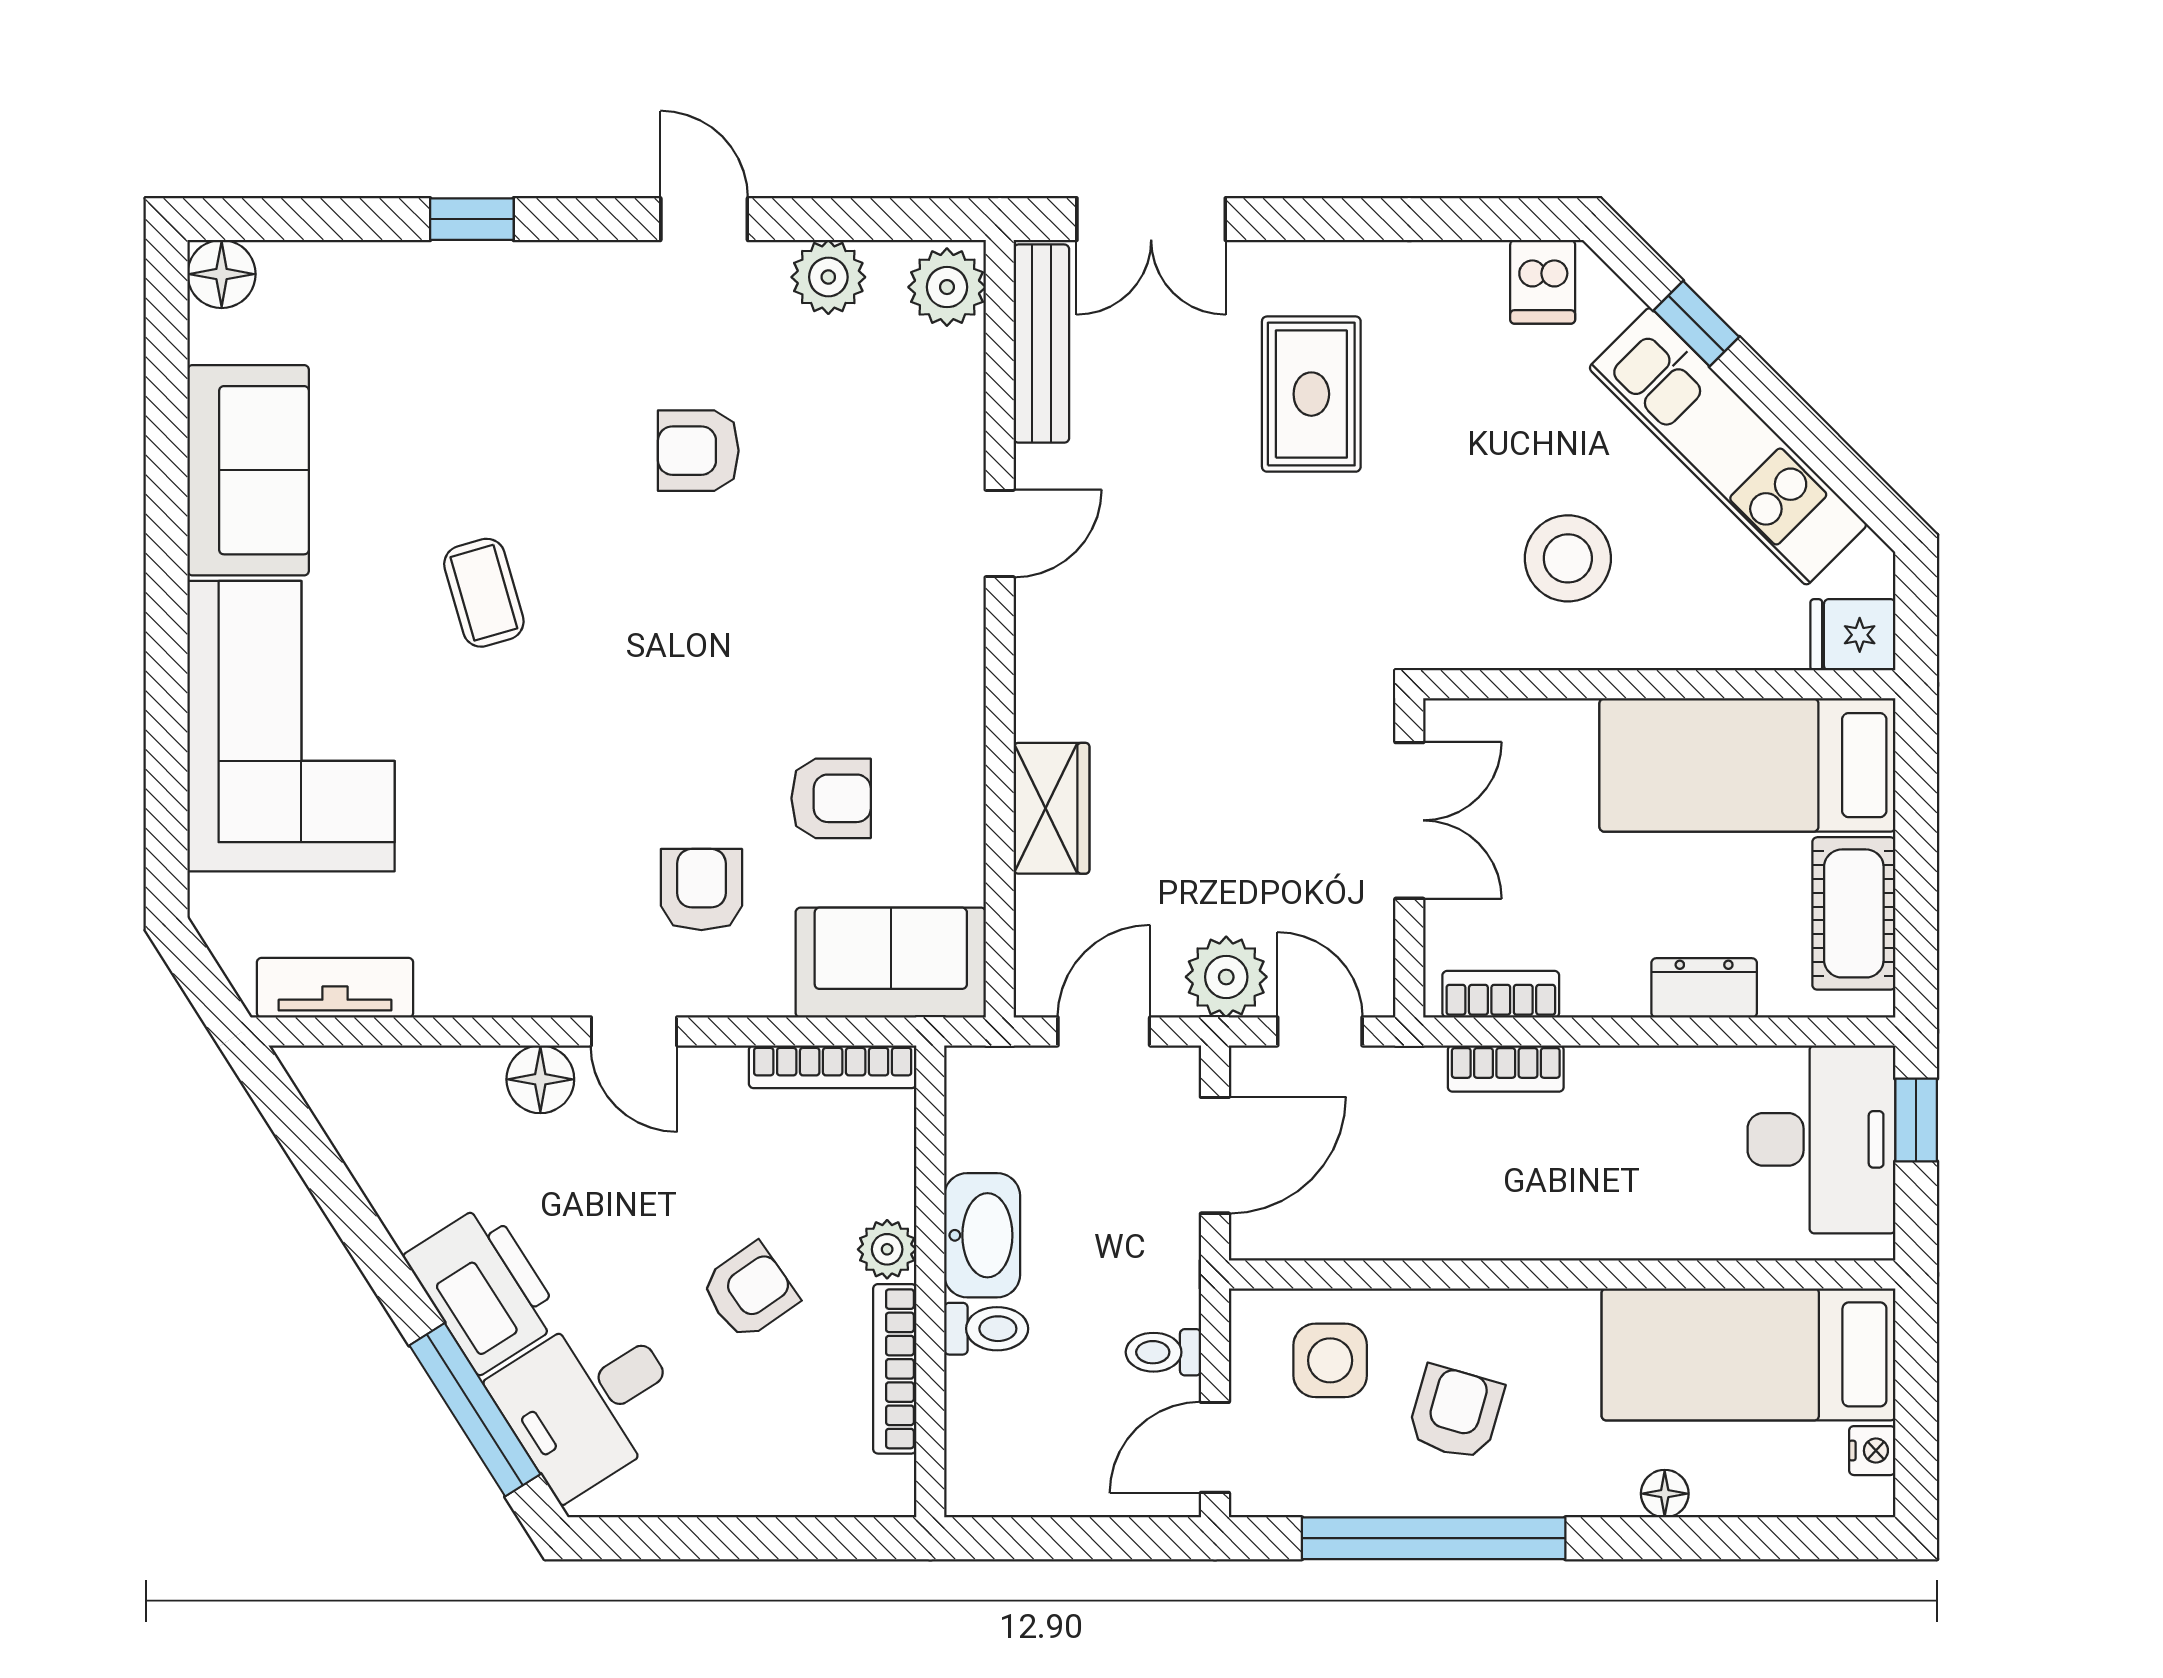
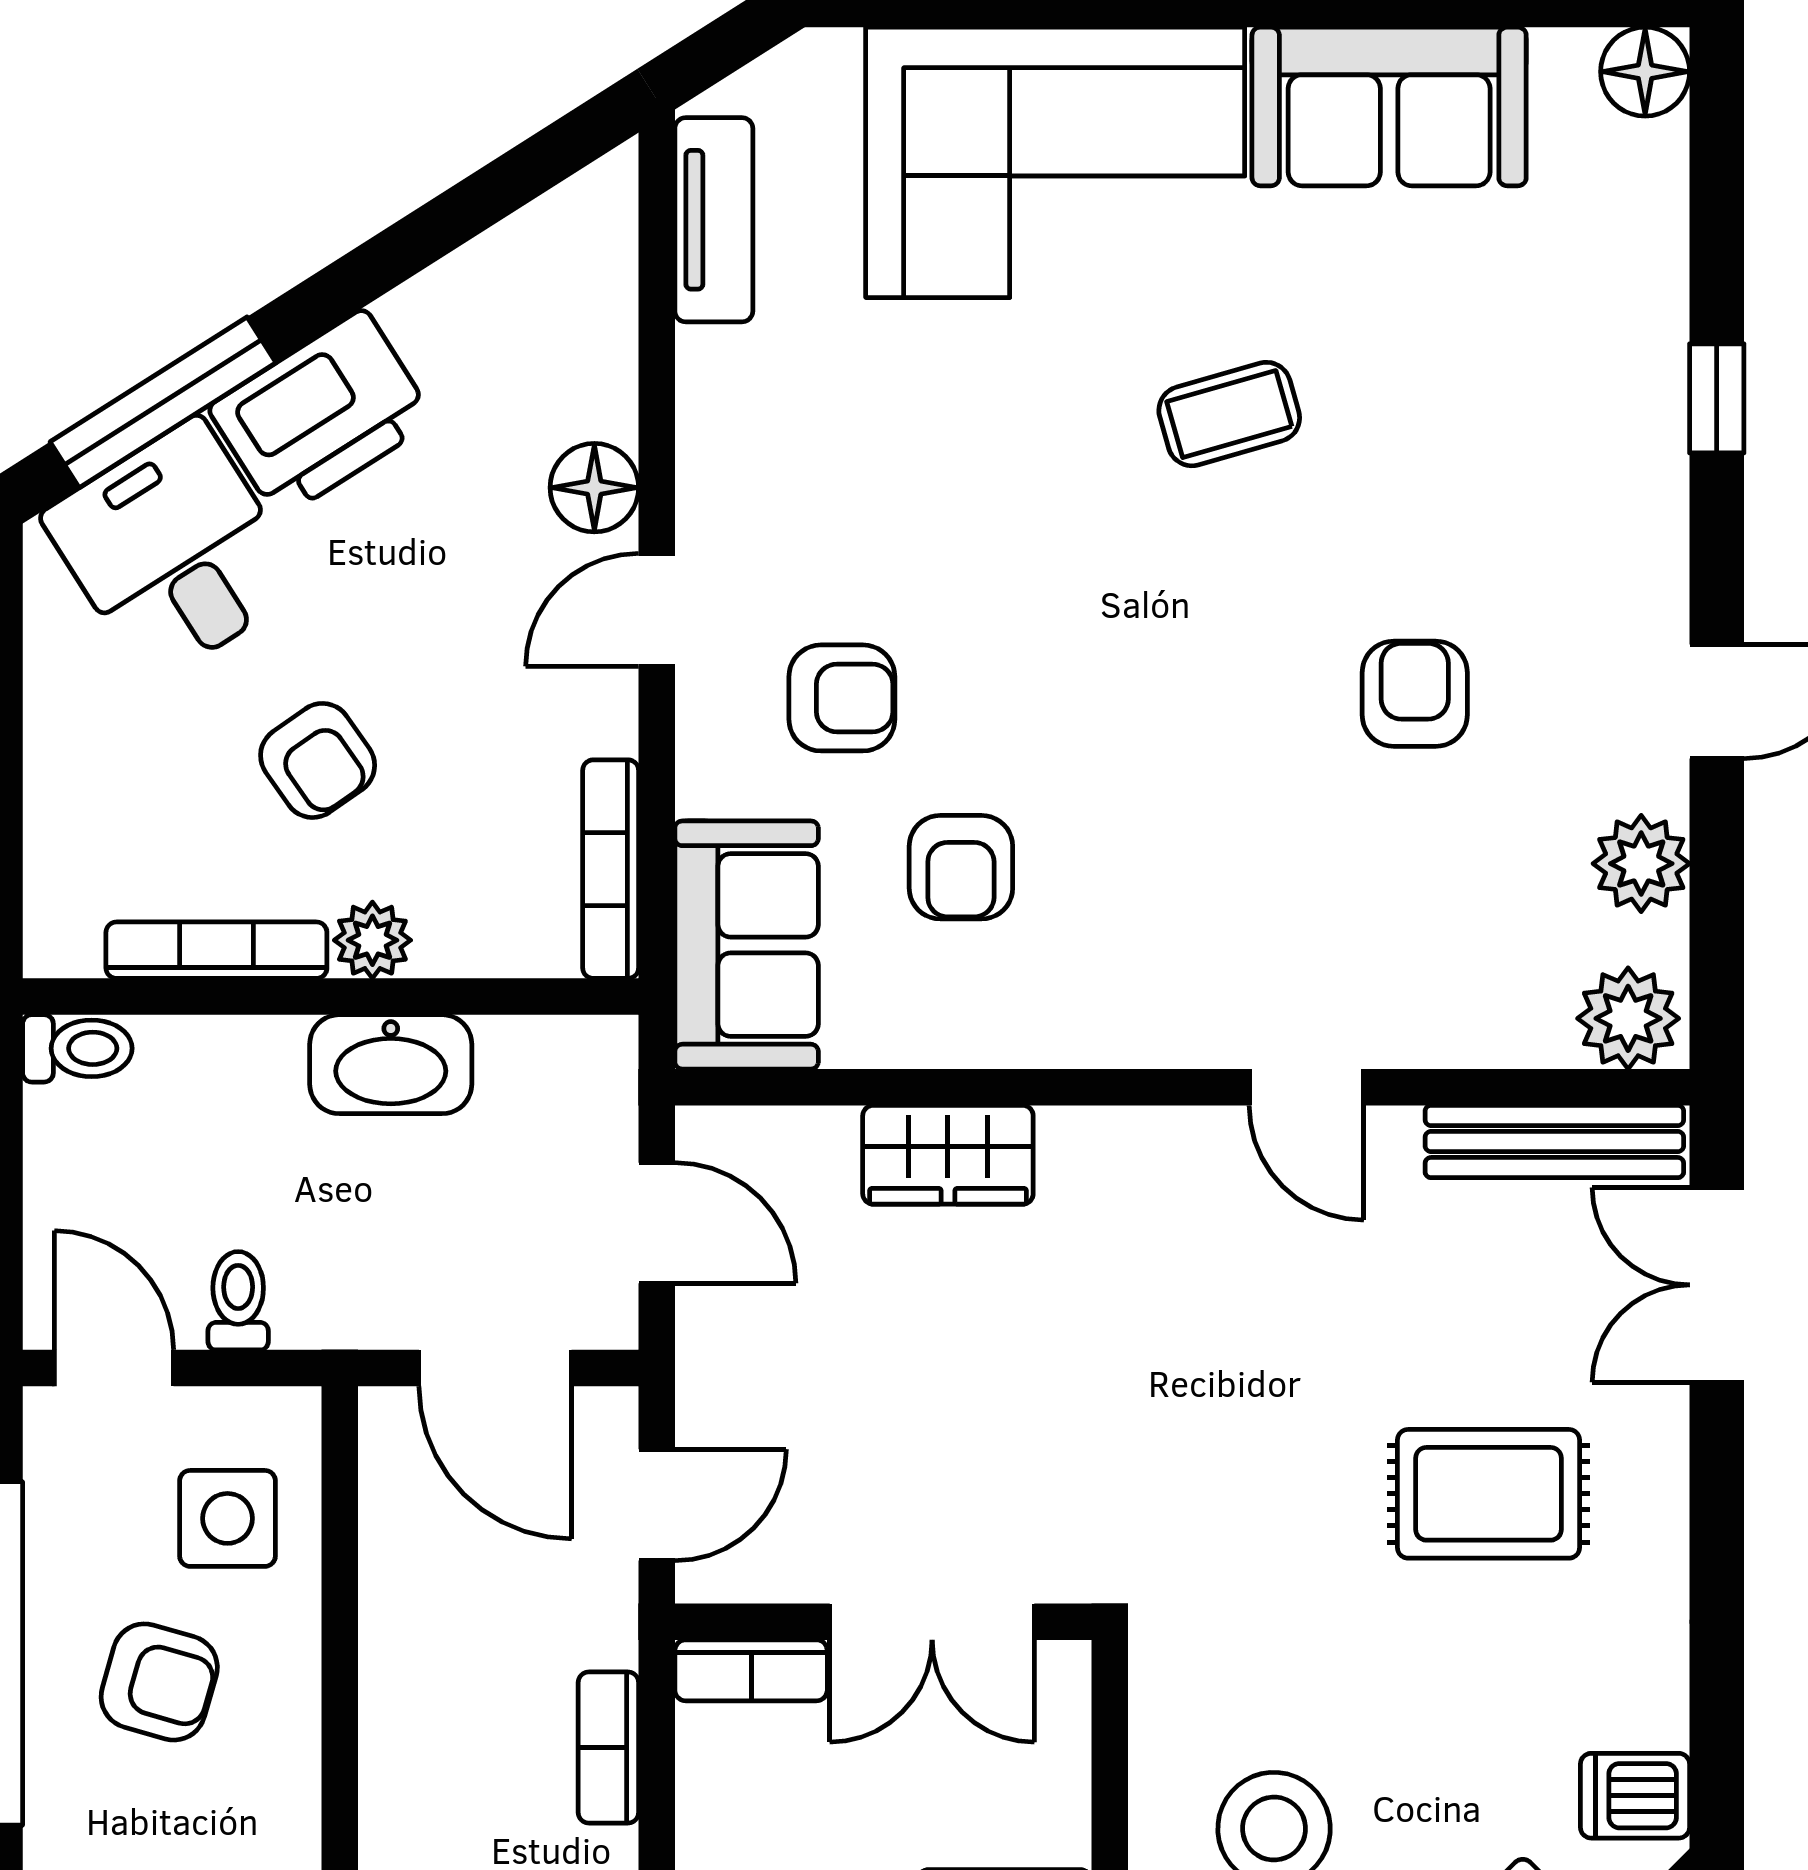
plant: (1226, 977) -> (728, 1383), removed
bookcase: (1501, 994) -> (751, 1670), moved, turned 90
toilet: (986, 1329) -> (77, 1048), moved, turned -90

